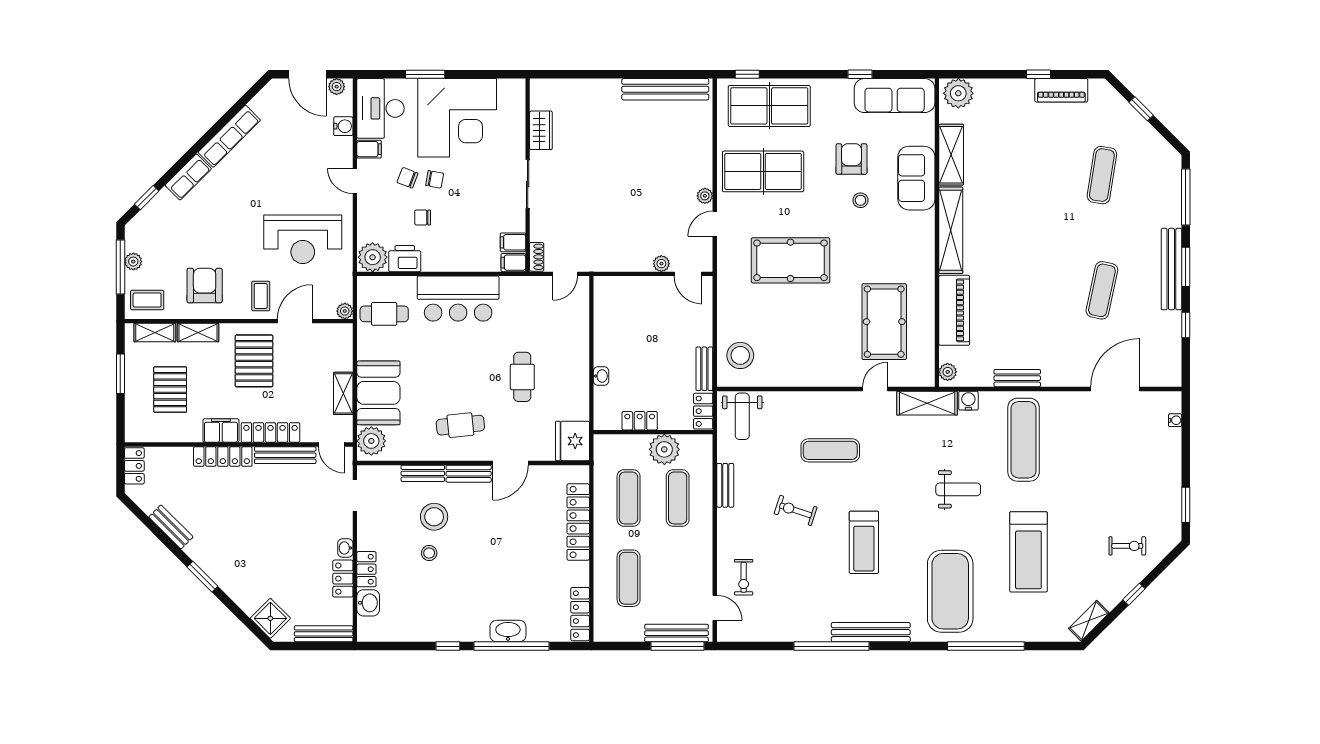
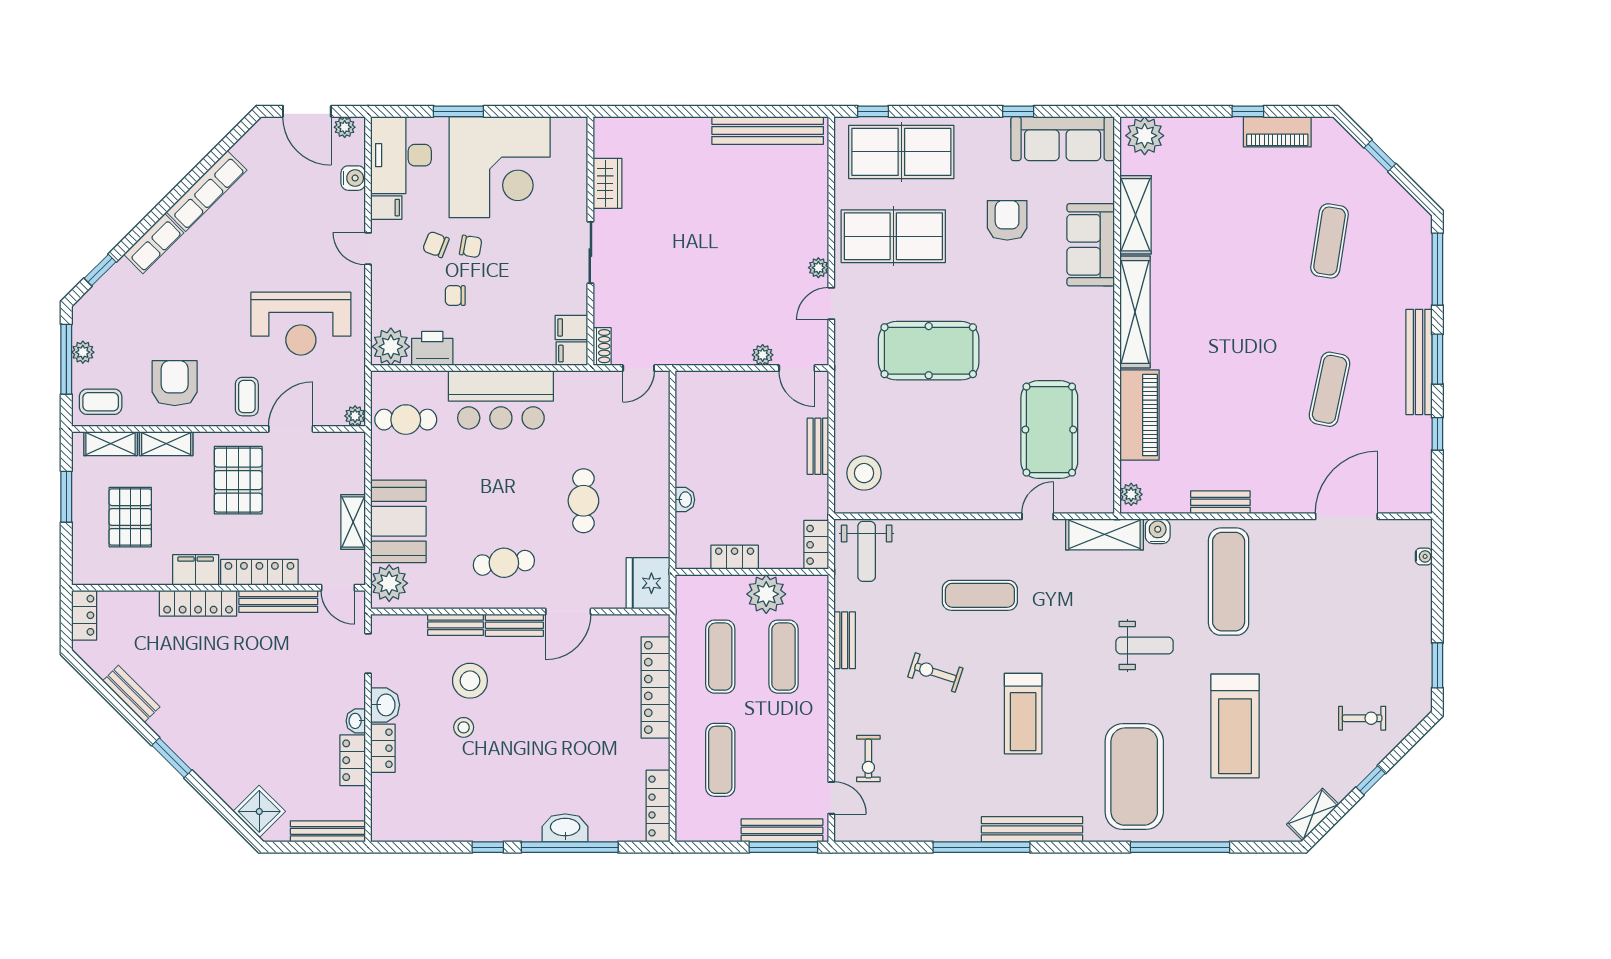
stool: (860, 200) -> (1019, 273), removed
bench: (704, 369) -> (818, 446), moved
washbasin: (368, 603) -> (385, 705), moved

